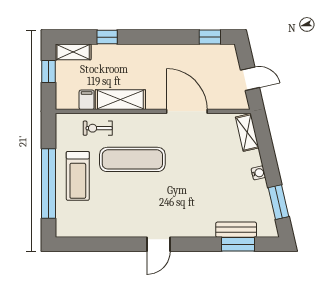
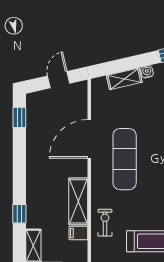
exercise bike: (98, 128) -> (105, 223), turned 180
shelving: (247, 132) -> (124, 79), moved
exercise mat: (132, 159) -> (125, 159), moved

